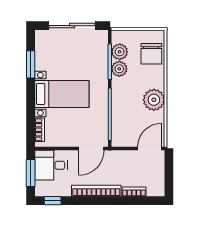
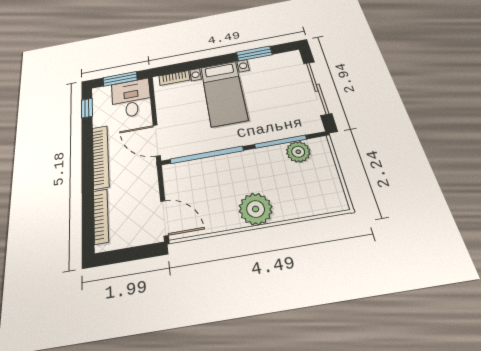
chair: (151, 54) -> (307, 196), removed
plant: (119, 69) -> (274, 156), removed
plant: (154, 100) -> (256, 209), moved
bookcase: (134, 192) -> (101, 216), width x1.56

